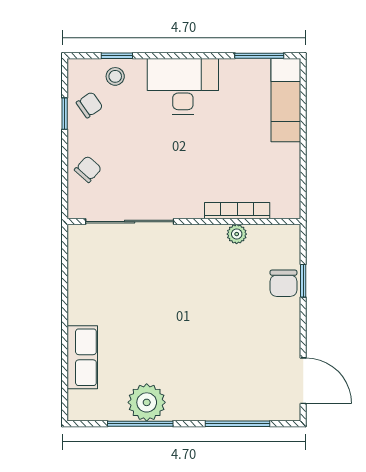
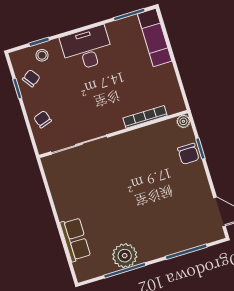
chair: (88, 169) -> (43, 119), turned -60
plant: (237, 234) -> (183, 121), moved

